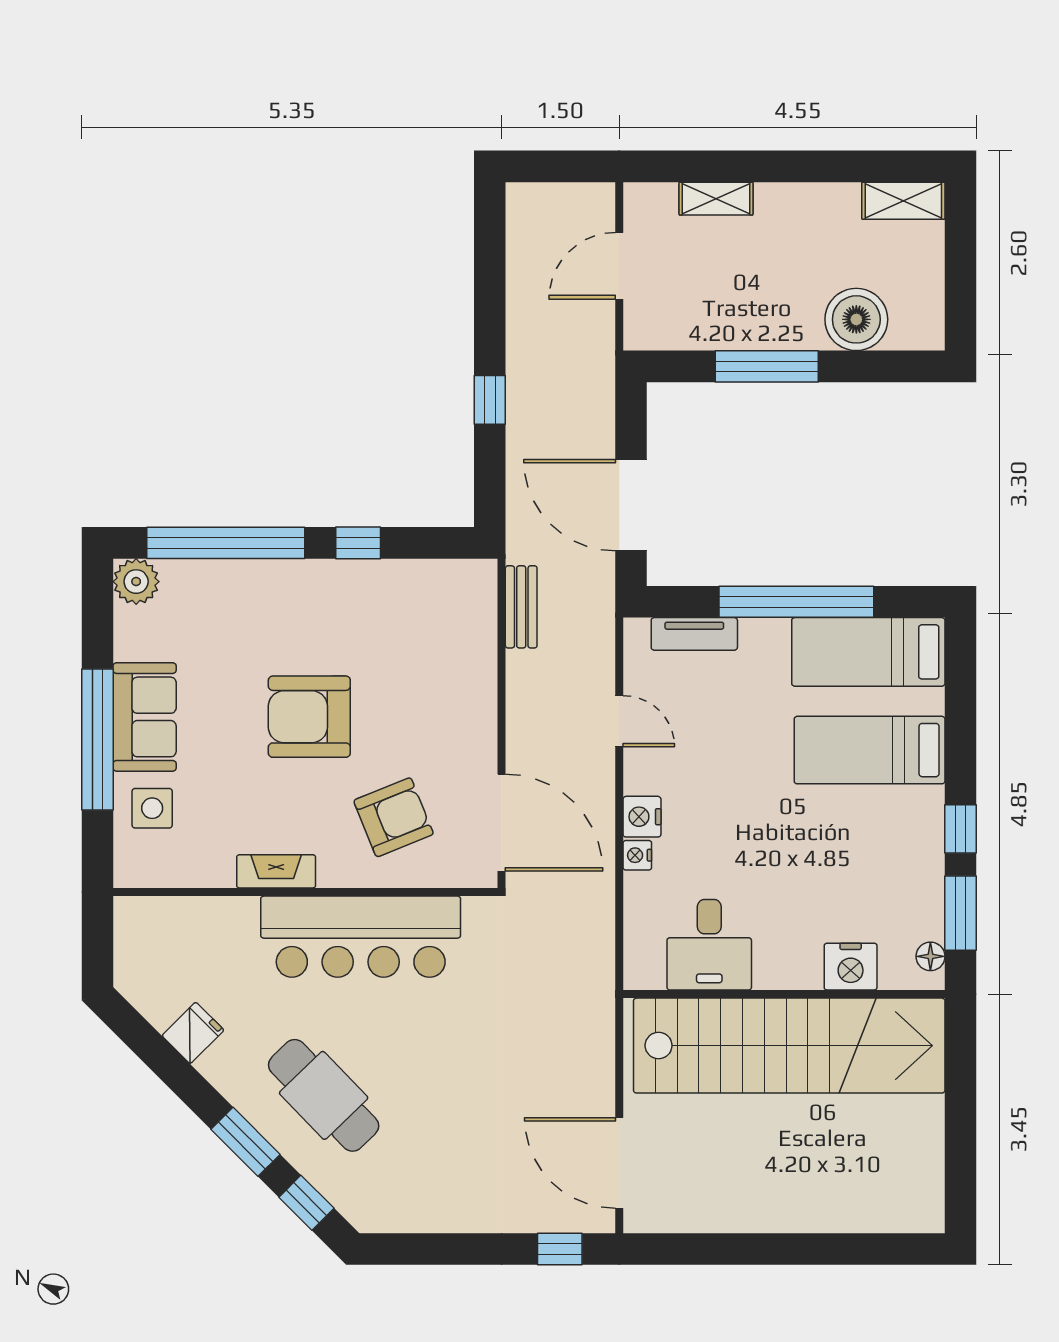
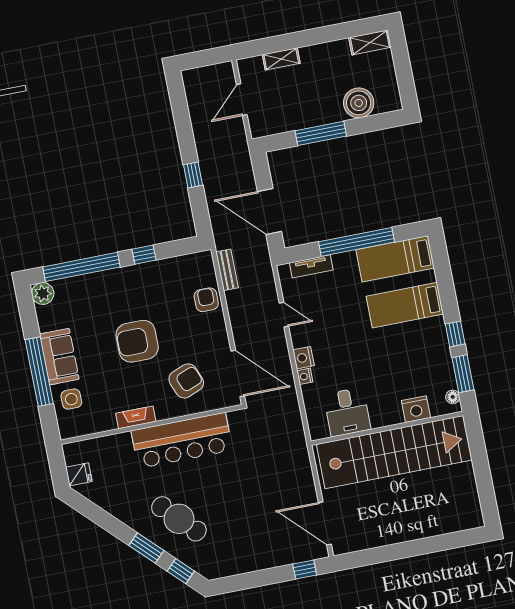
armchair: (467, 660) -> (206, 300), added
fridge: (193, 1033) -> (79, 474), moved, turned 45

